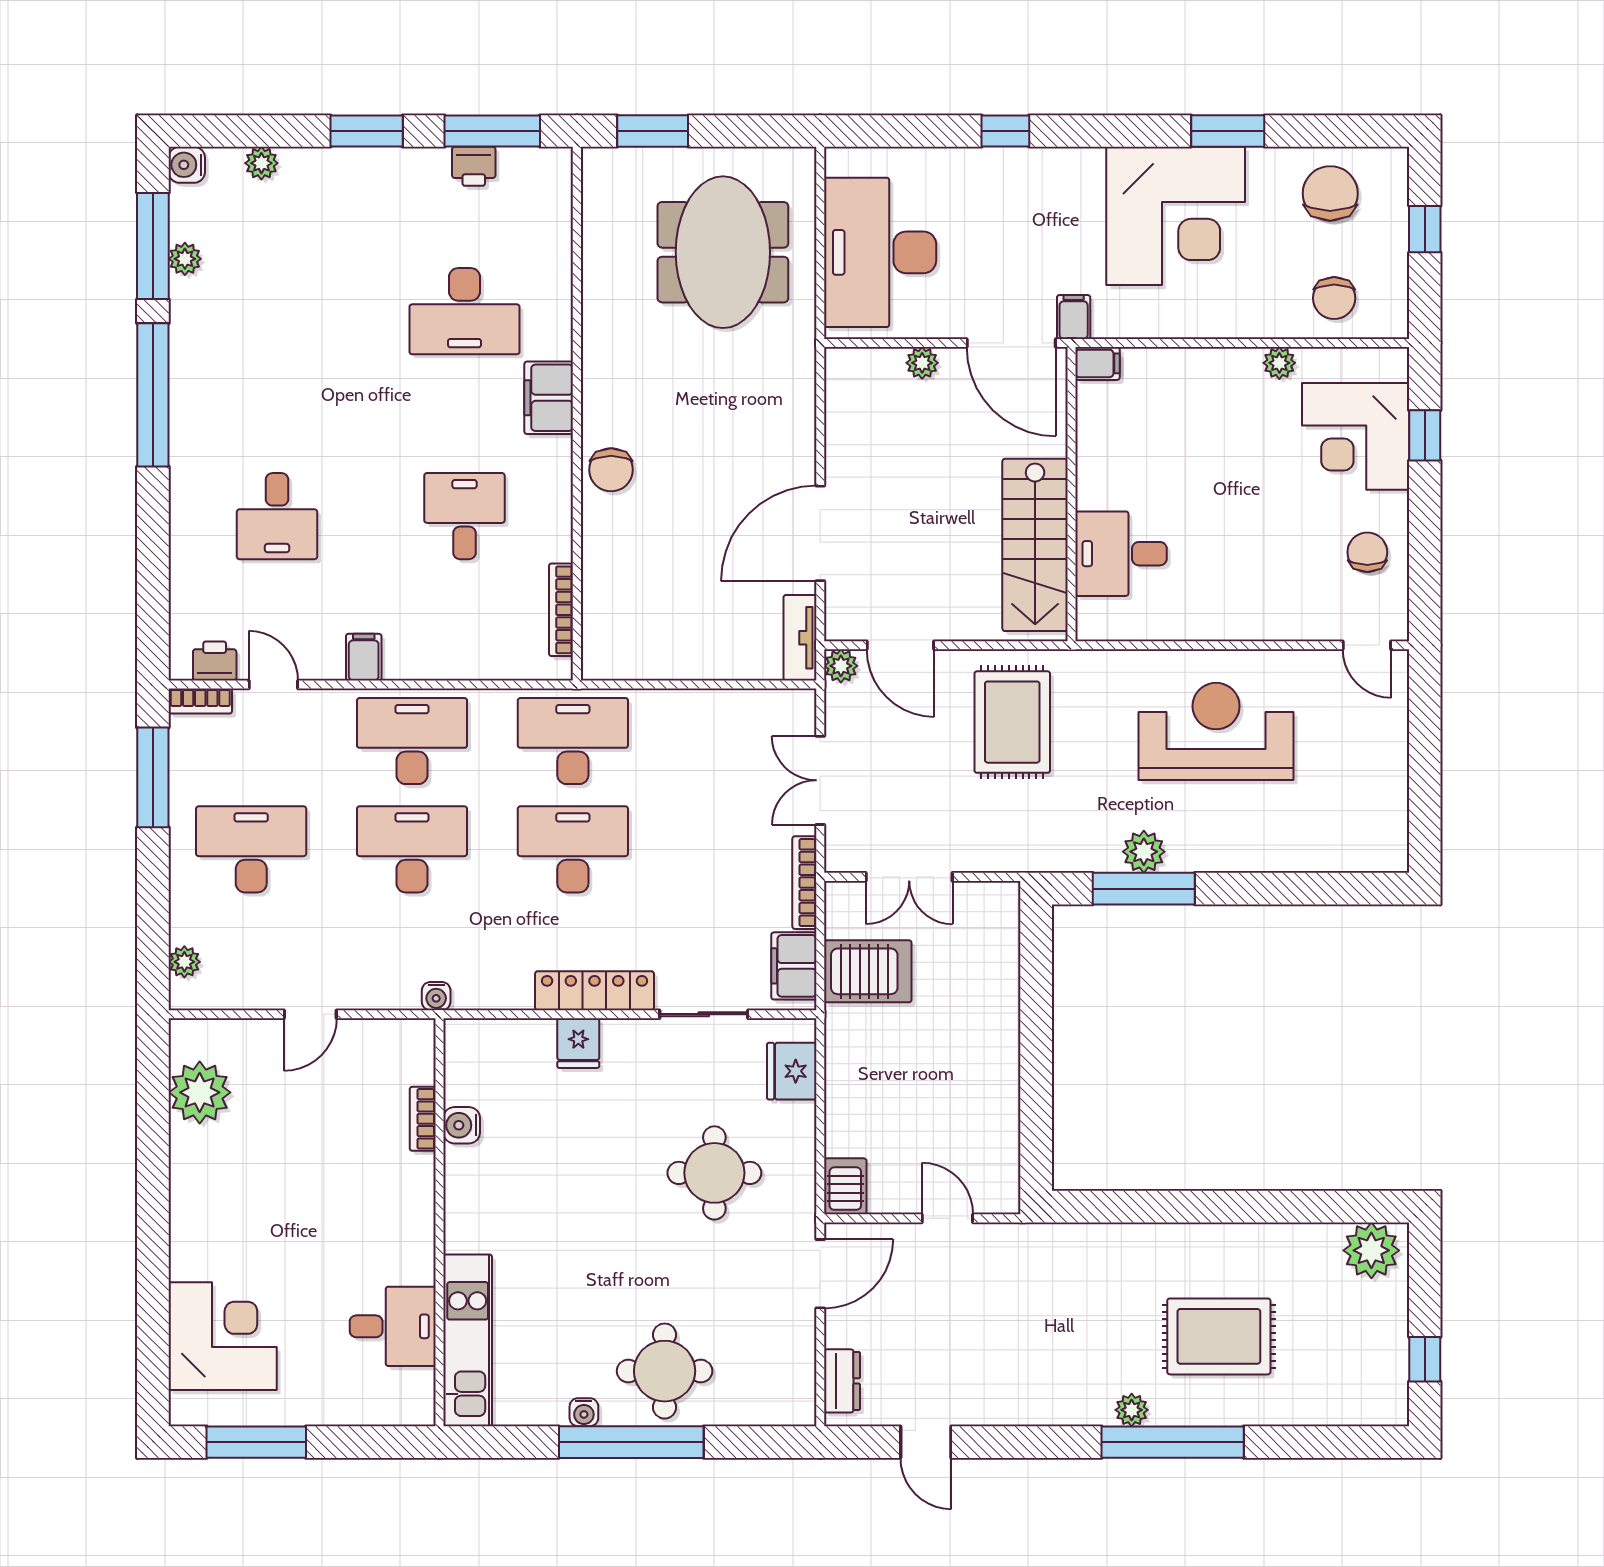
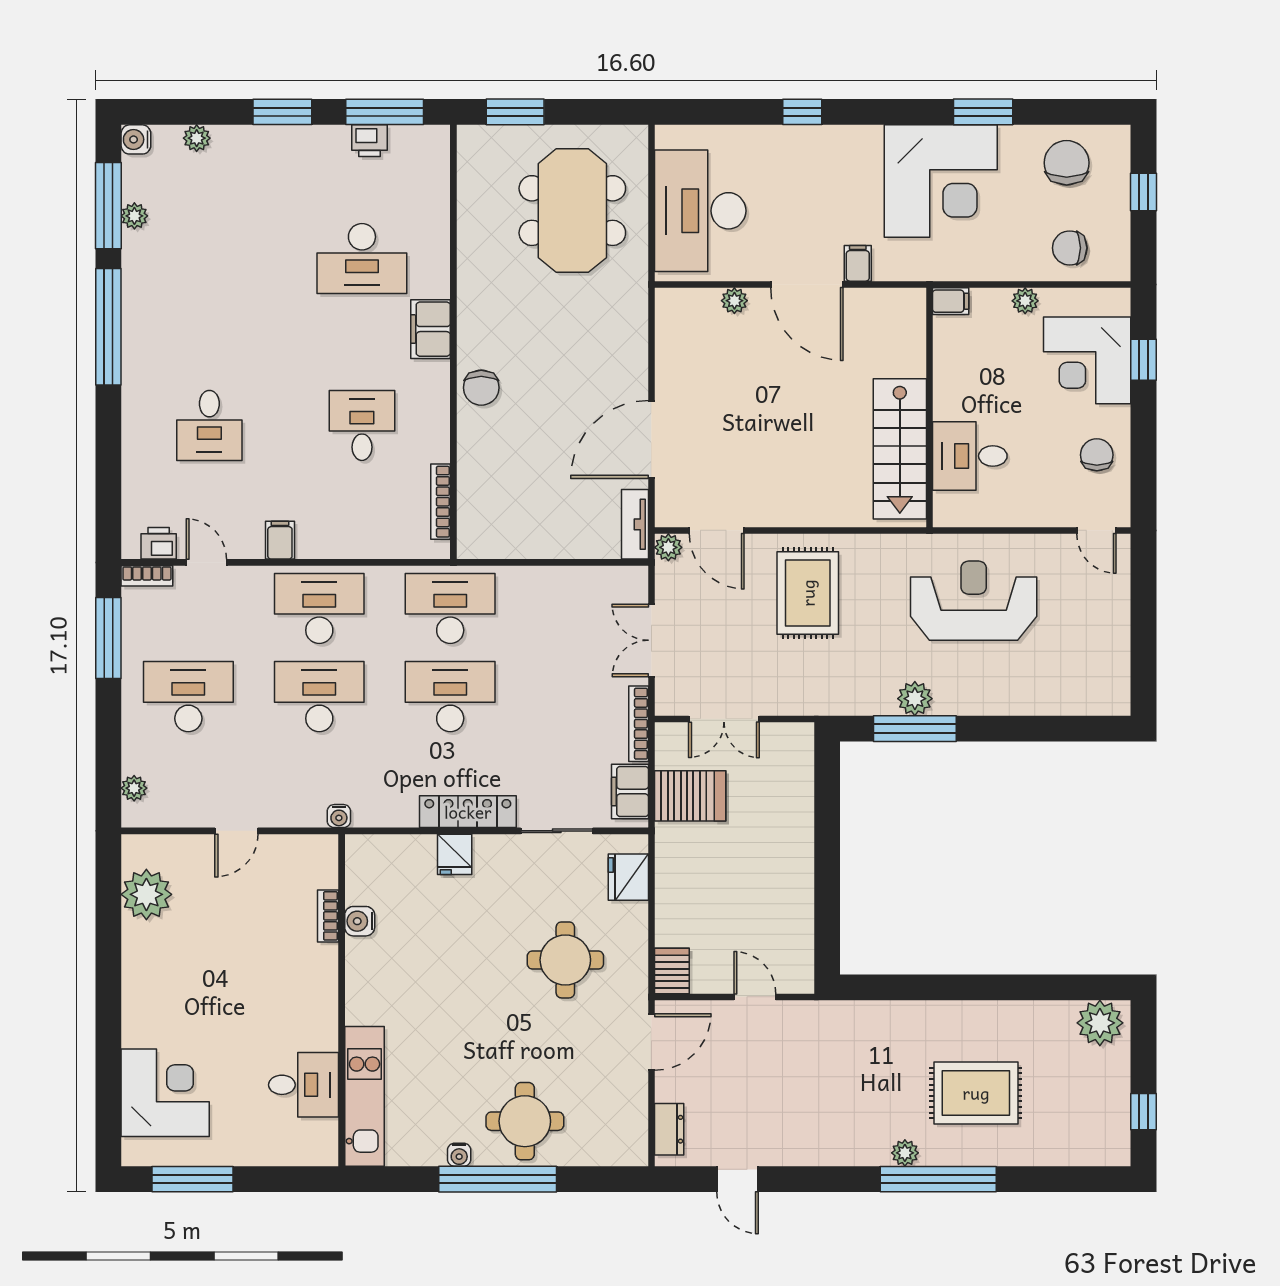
chair: (1334, 298) -> (1070, 248), turned 90
filing cabinet: (1097, 363) -> (951, 301), moved
wall: (1071, 494) -> (929, 407), moved
stairs: (1035, 545) -> (900, 449), moved
desk: (1121, 554) -> (970, 456), moved

